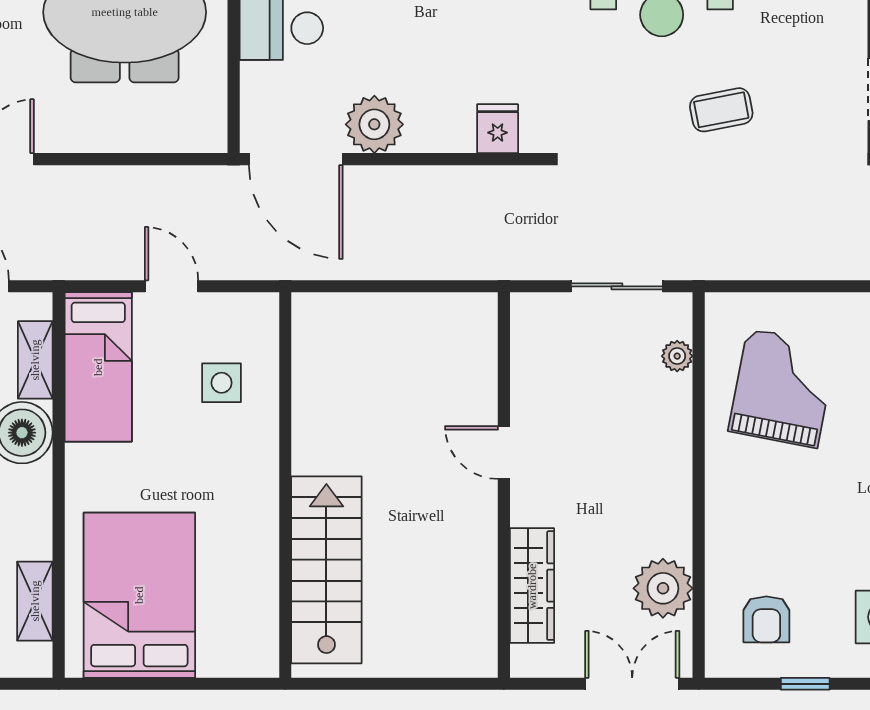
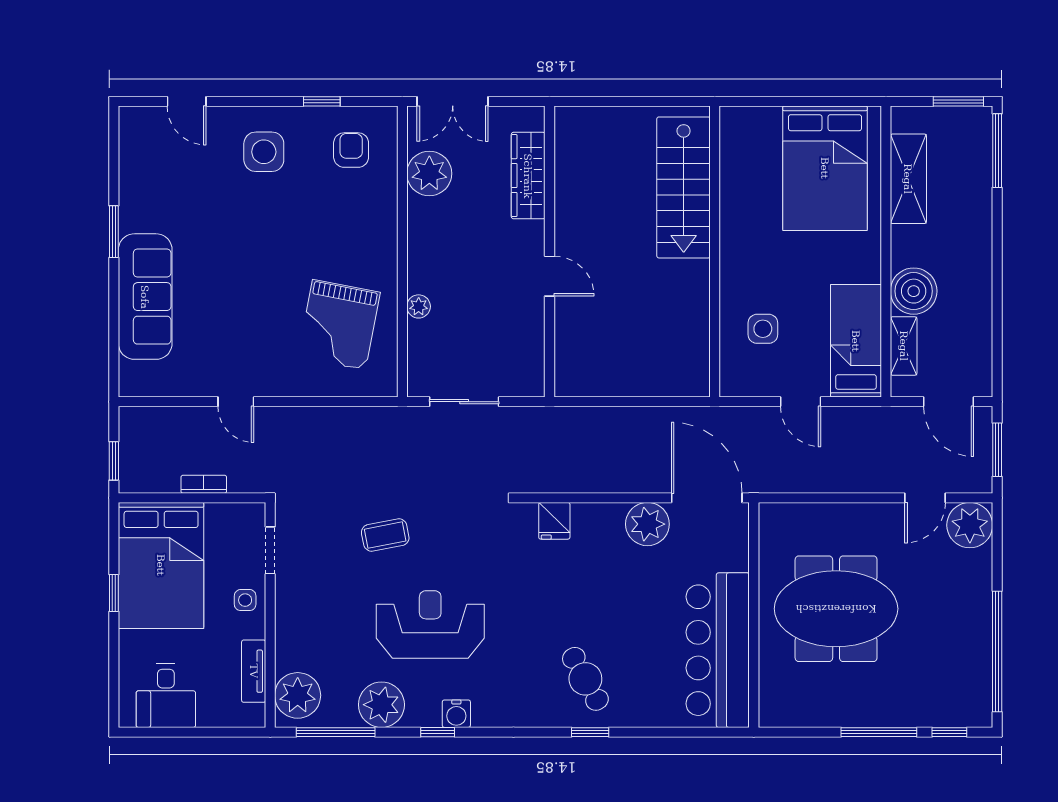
plant: (677, 356) -> (419, 306), moved
shelving: (35, 601) -> (908, 179), width x1.50, depth x1.33

